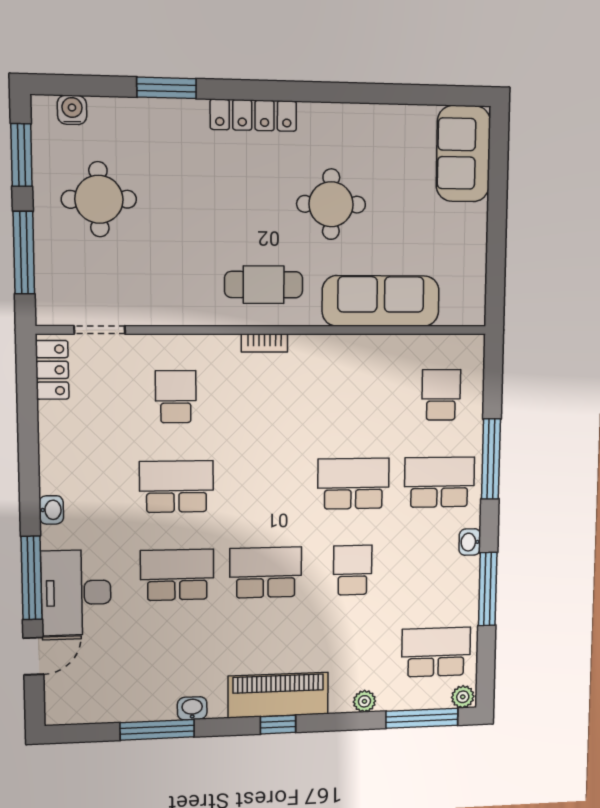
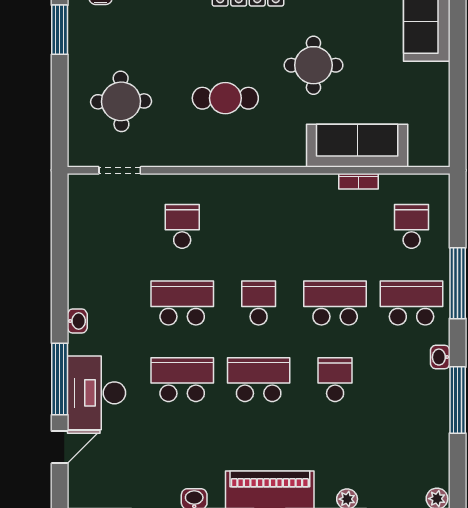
round table: (99, 199) -> (121, 101), moved
window: (24, 253) -> (60, 108), removed
cafe table: (264, 285) -> (225, 98), moved
bookcase: (264, 343) -> (358, 181), moved
locker: (52, 370) -> (80, 203), removed
school desk: (436, 652) -> (259, 303), moved, width x0.54

